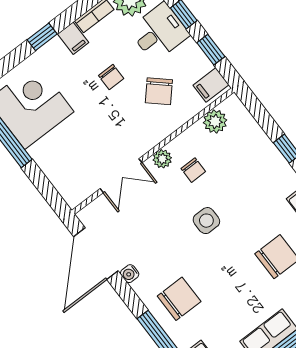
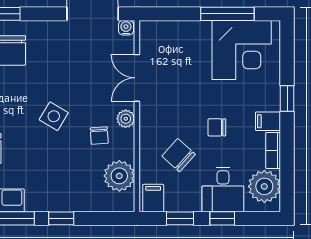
plant: (215, 121) -> (119, 176), width x1.36, depth x1.36
chair: (193, 170) -> (99, 136), turned -94
side table: (206, 221) -> (54, 116), turned 31
water cooler: (130, 274) -> (126, 28), moved

